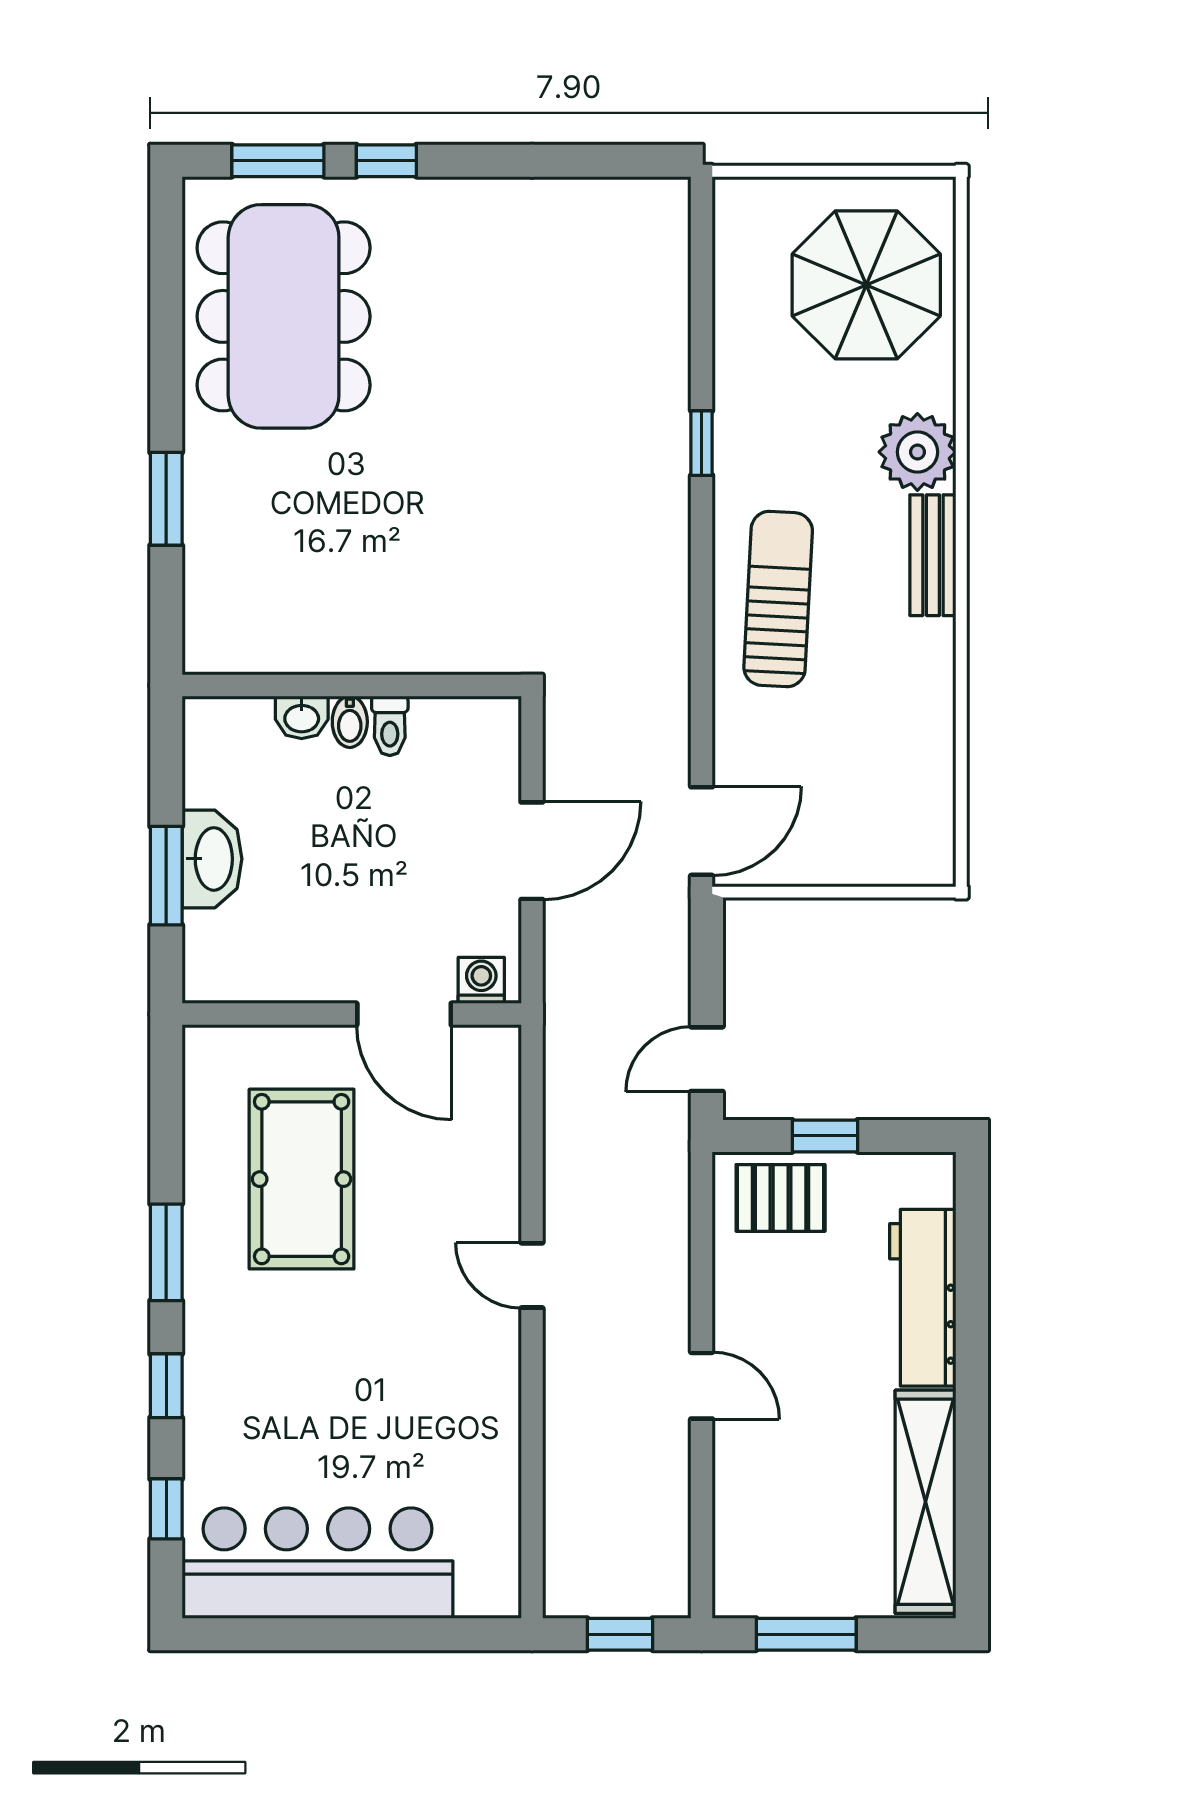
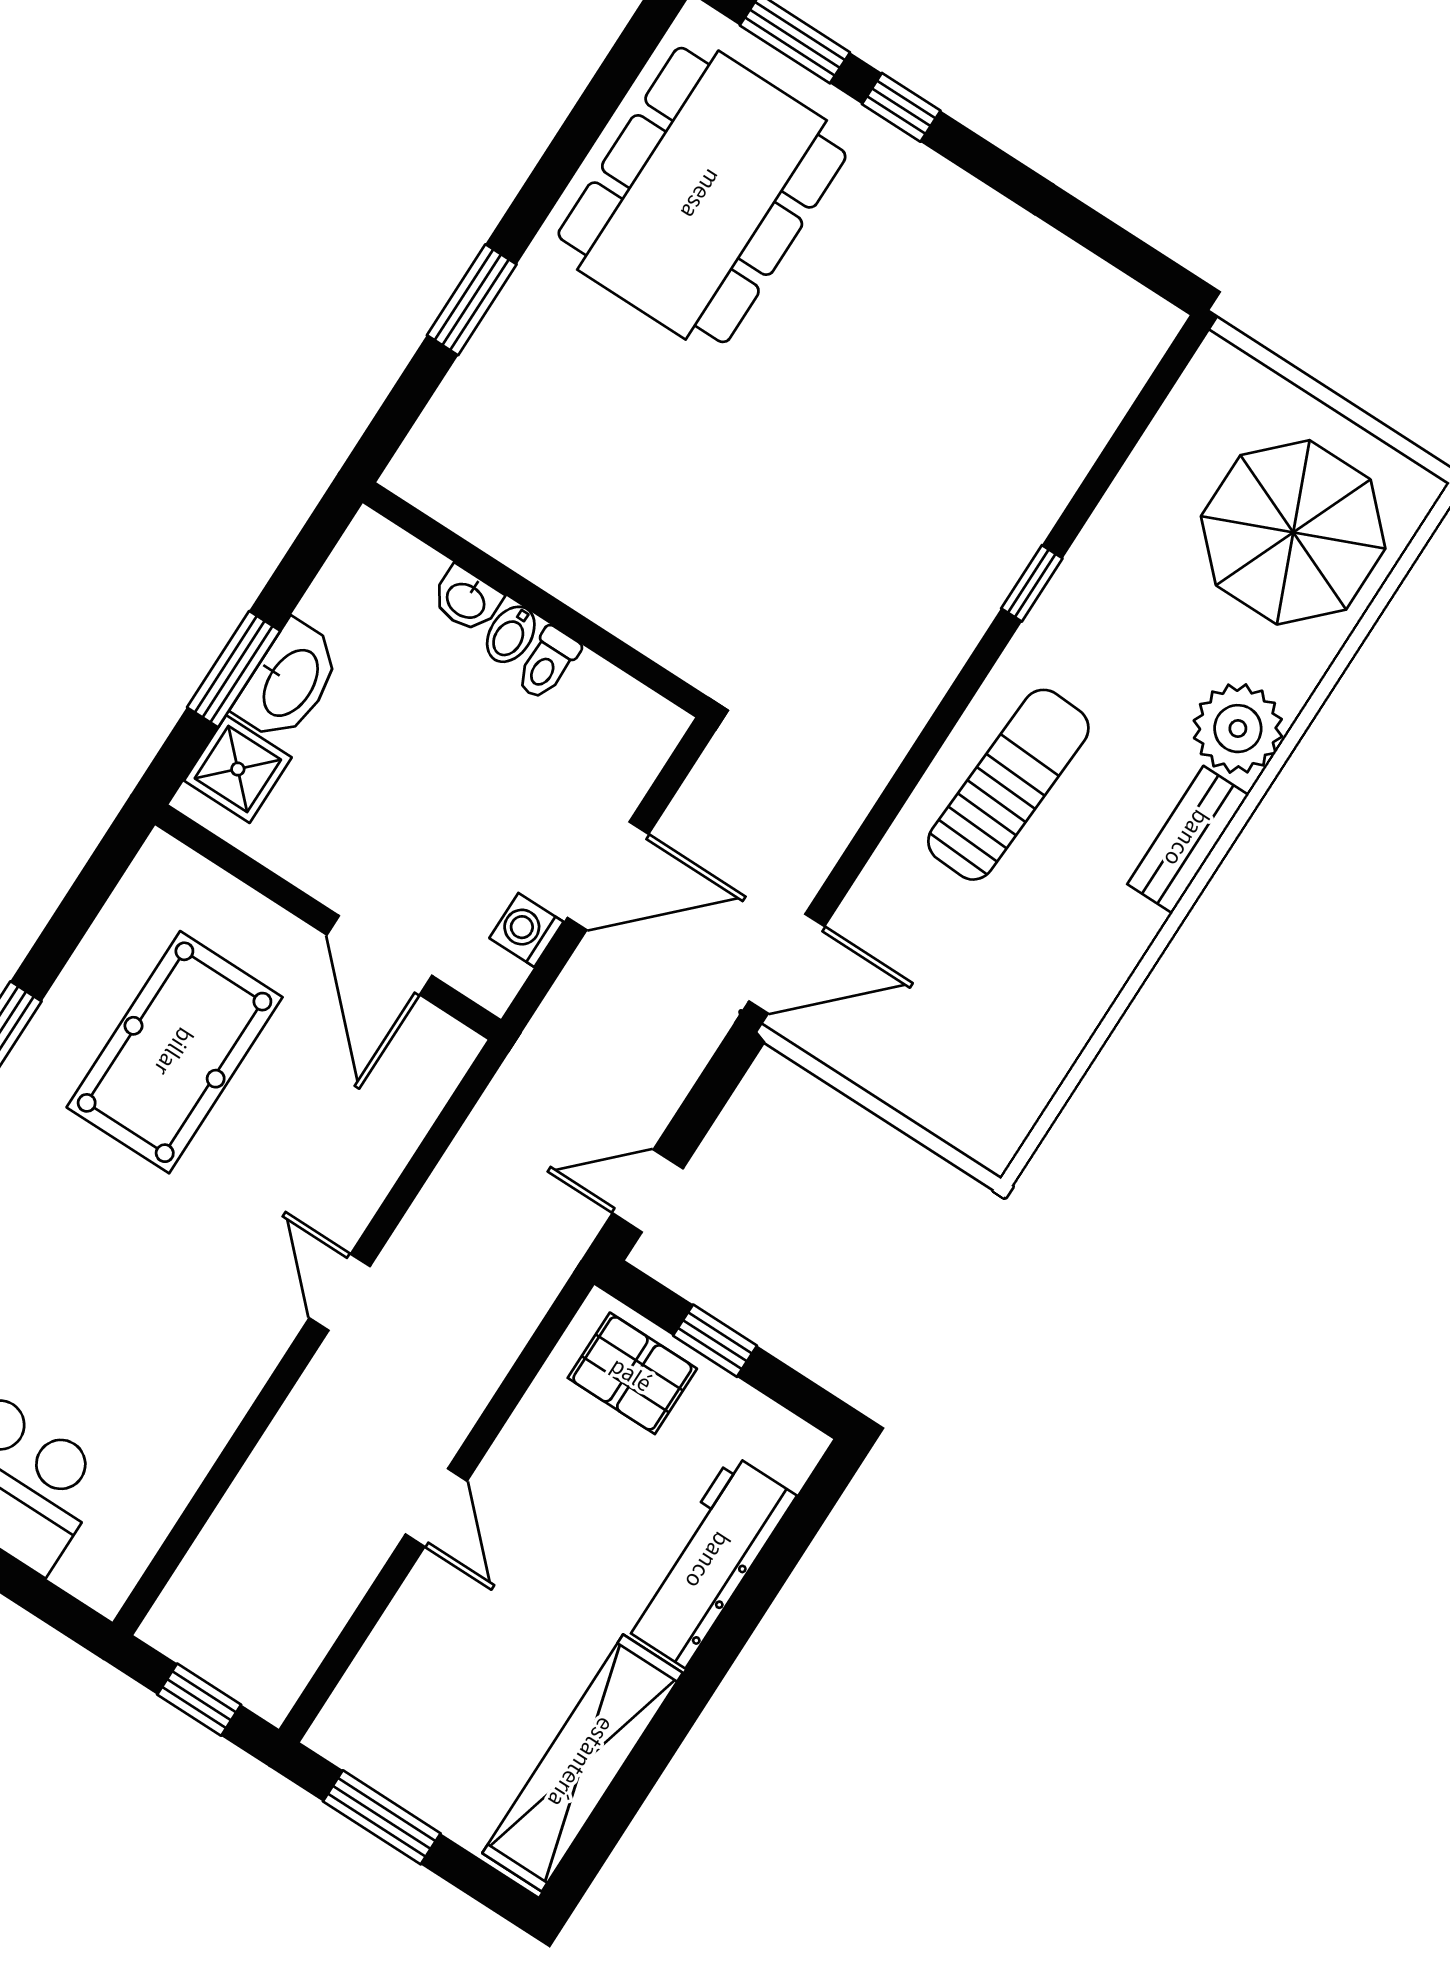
shower: (216, 946) -> (238, 769), added
washing machine: (481, 980) -> (526, 930), moved, turned -90

